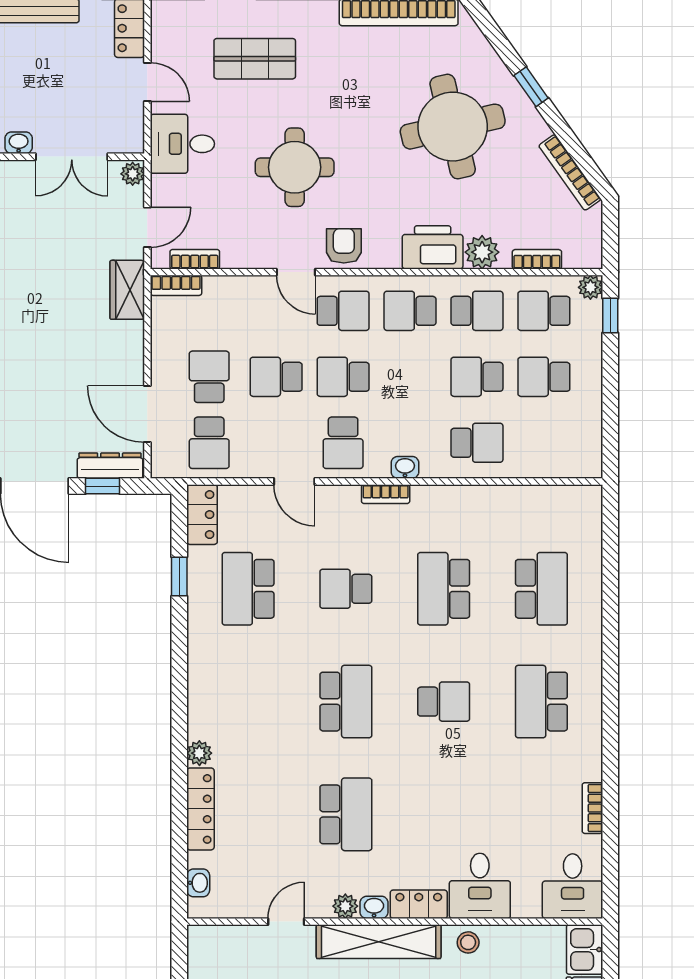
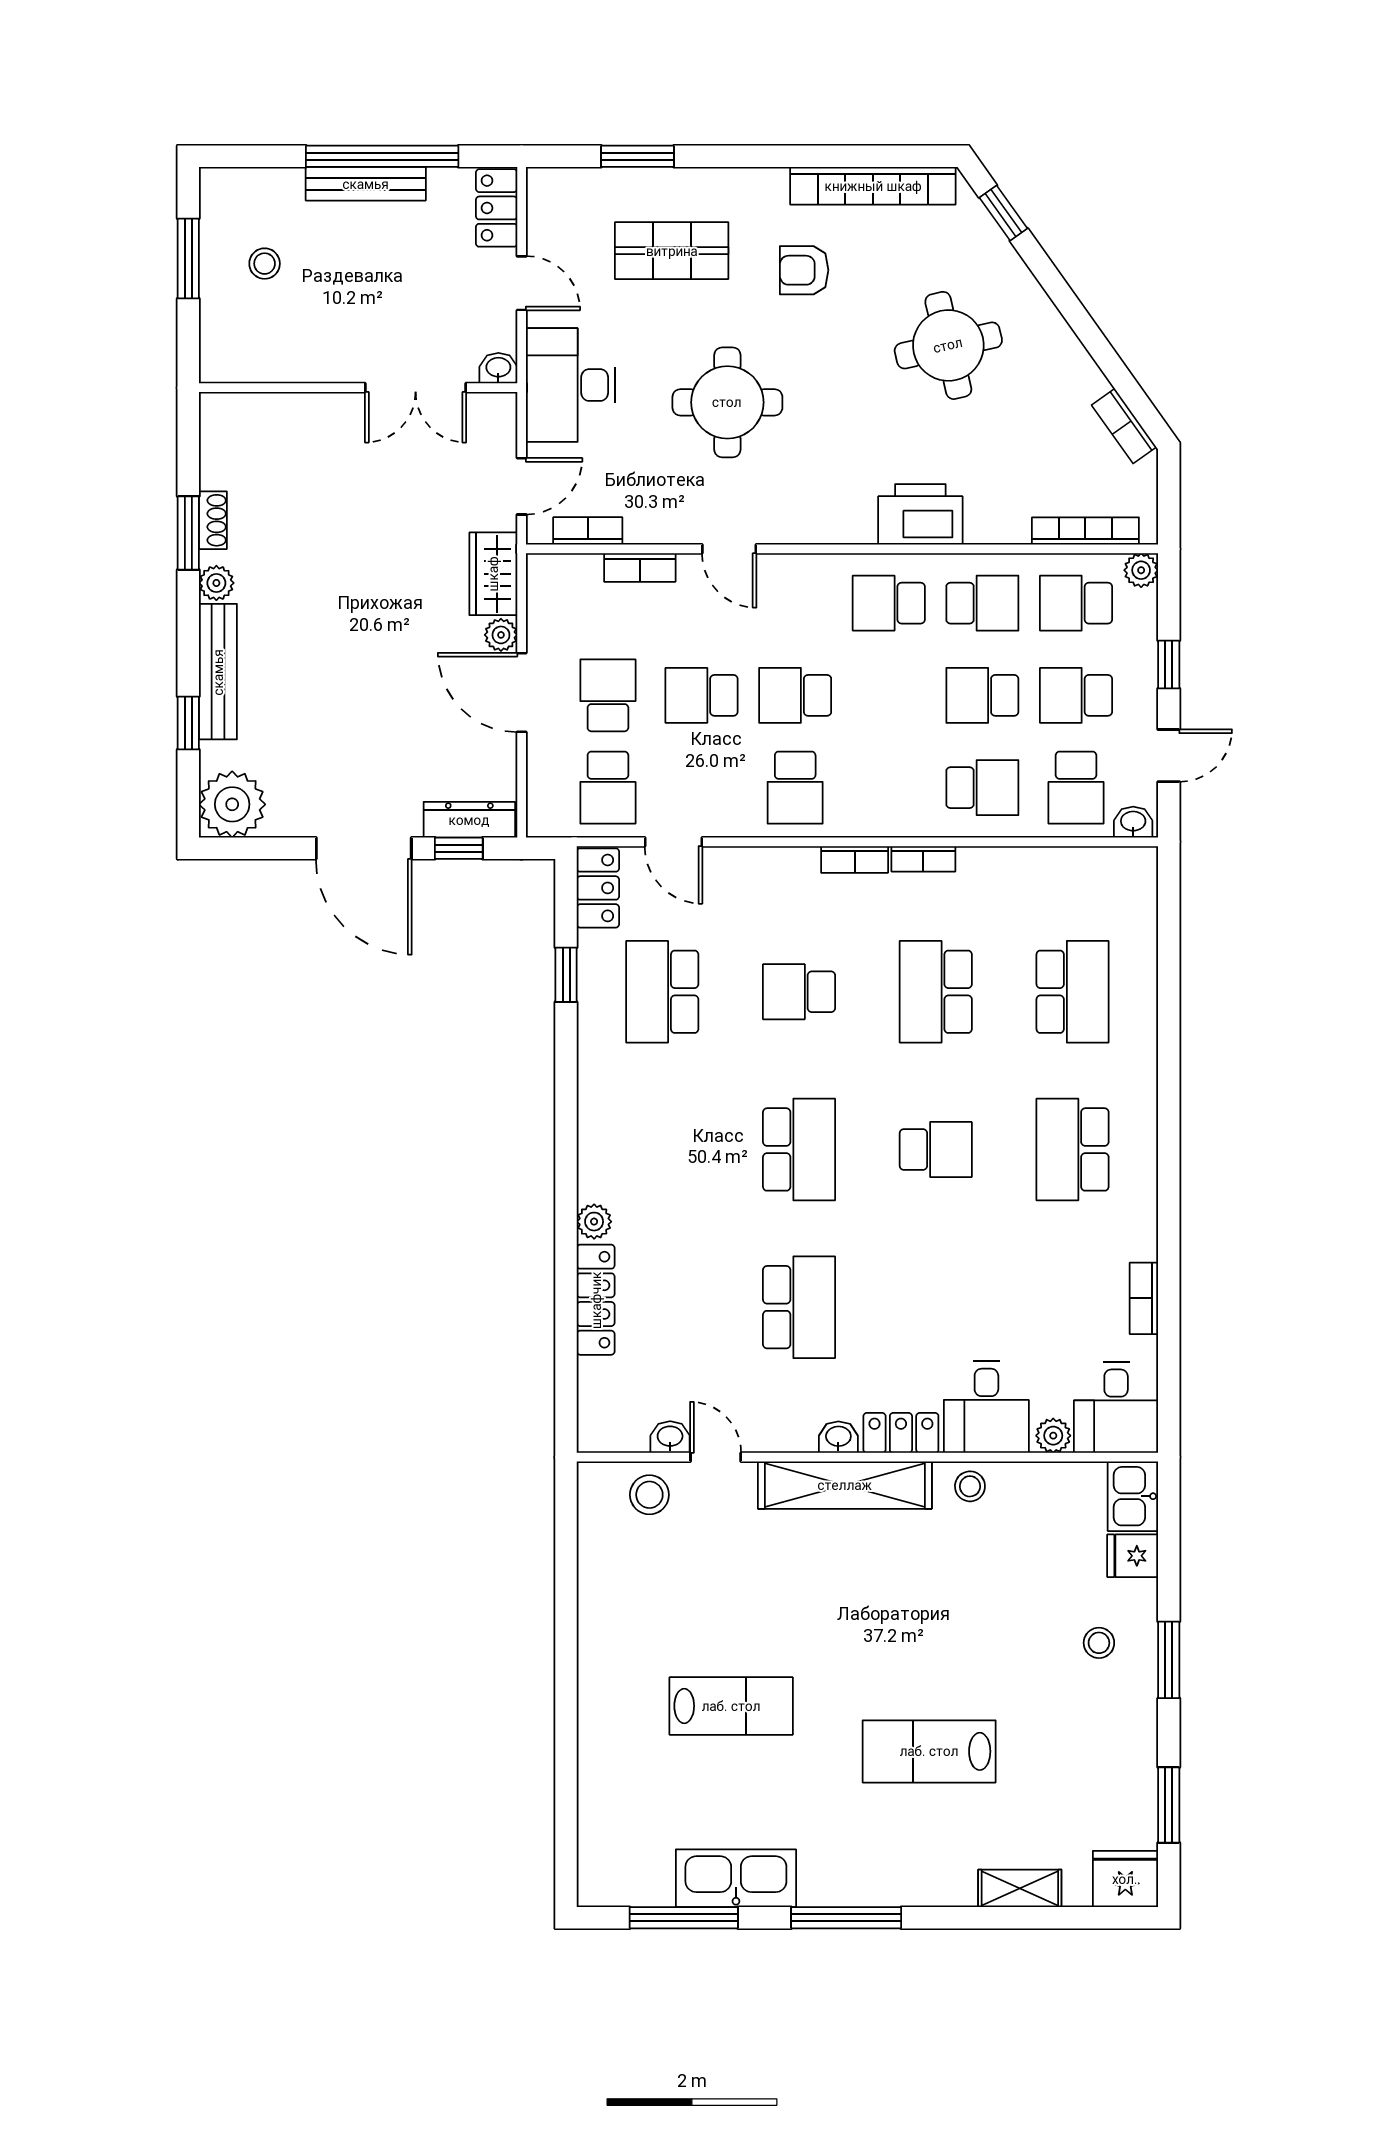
window: (531, 87) -> (1003, 213), moved
round table: (453, 127) -> (948, 345), width x0.73, depth x0.73
washbasin: (19, 143) -> (498, 368), moved
desk: (182, 144) -> (570, 385), width x1.37
bookcase: (570, 172) -> (1124, 426), width x0.64
plant: (133, 174) -> (501, 635), moved
armchair: (344, 246) -> (804, 270), moved, turned -90
plant: (482, 252) -> (989, 521), removed
bookcase: (537, 259) -> (1085, 531), width x1.56
bookcase: (176, 285) -> (640, 567), moved
school desk: (343, 311) -> (1076, 788), moved, turned 90
window: (610, 315) -> (1169, 665), moved
door: (147, 414) -> (522, 693), moved
door: (610, 420) -> (1169, 756), added
washbasin: (405, 467) -> (1133, 822), moved
door: (294, 482) -> (673, 842), moved
bookcase: (435, 494) -> (923, 859), added
washbasin: (198, 883) -> (670, 1437), moved, turned -90
plant: (345, 906) -> (1053, 1436), moved
door: (286, 922) -> (716, 1457), hinge flipped
stool: (239, 948) -> (649, 1495), added

